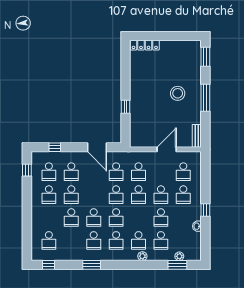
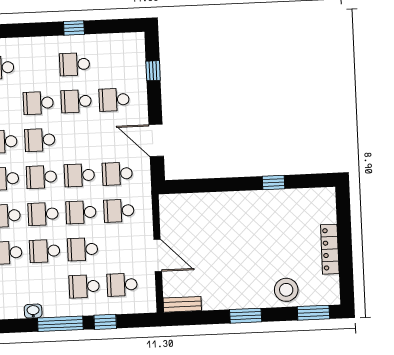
locker: (145, 45) -> (330, 249), moved
stool: (178, 93) -> (286, 290), moved
window: (205, 98) -> (246, 316), width x0.69
window: (126, 107) -> (274, 182), moved
door: (97, 147) -> (156, 140), hinge flipped
window: (27, 170) -> (74, 28), moved
school desk: (49, 172) -> (43, 214), moved
window: (205, 183) -> (105, 322), added
window: (205, 210) -> (60, 324), width x2.17

